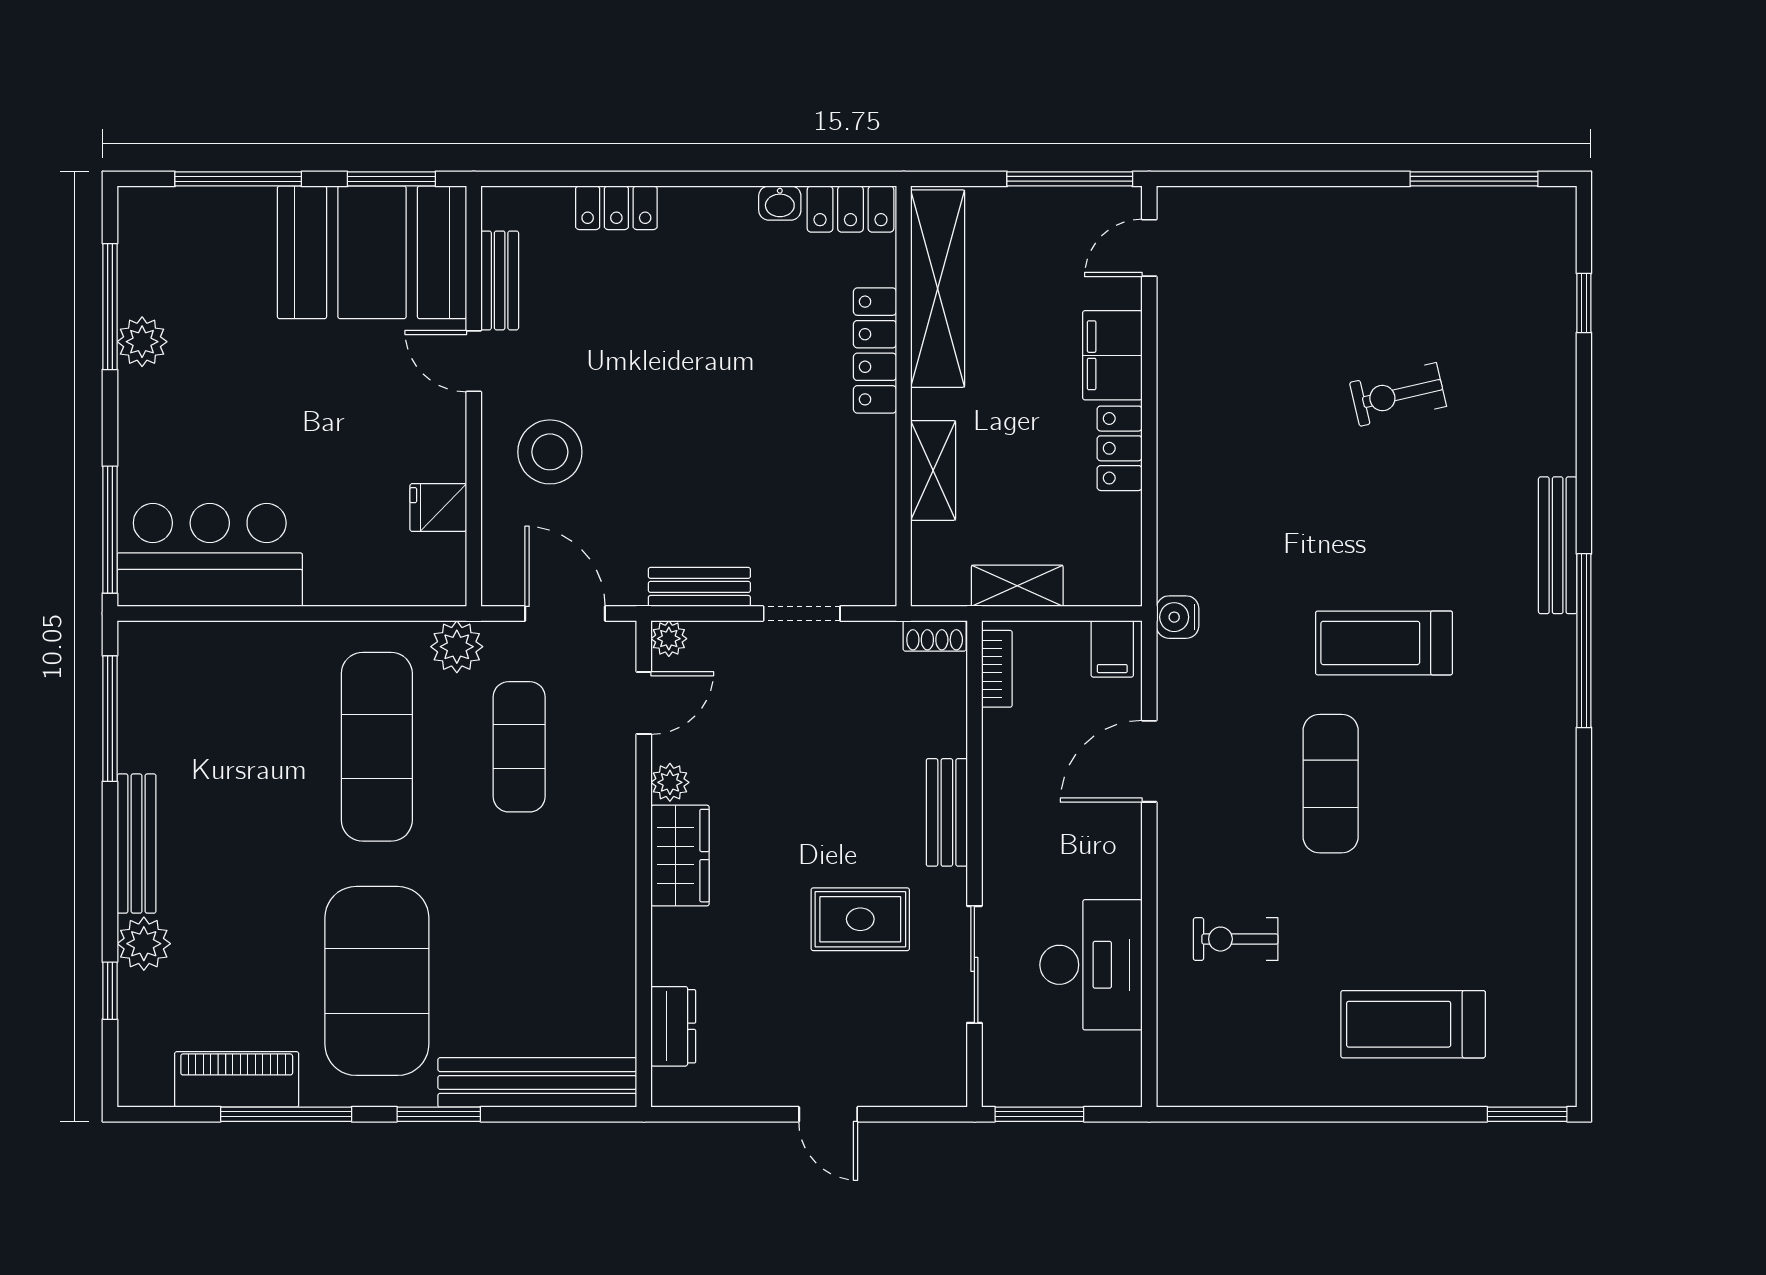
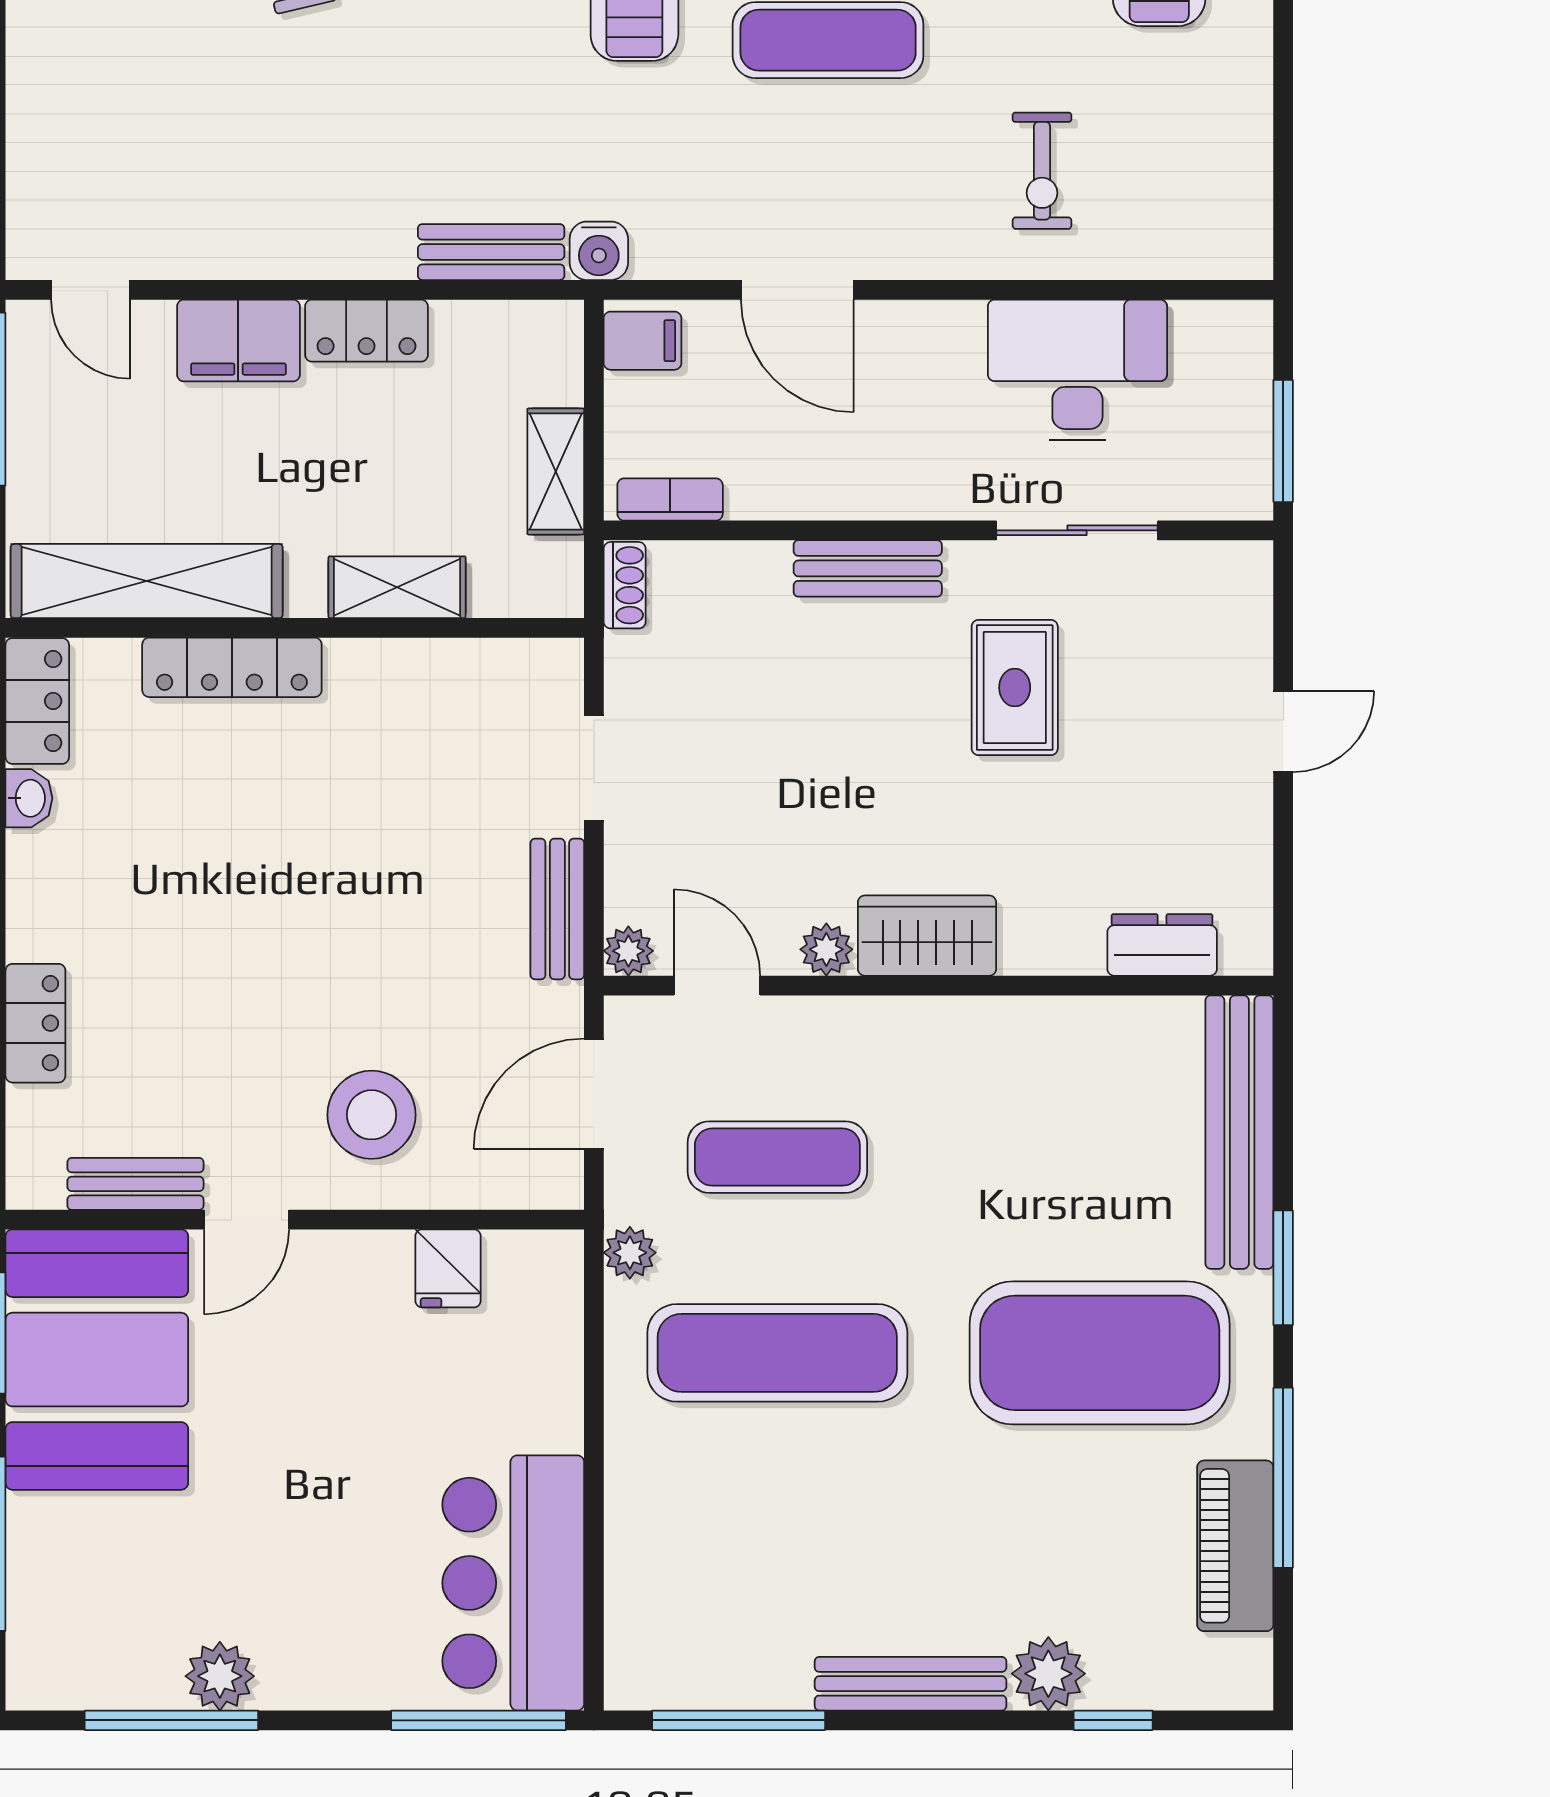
bench: (1177, 539) -> (491, 252), added
plant: (457, 647) -> (630, 1253), width x0.73, depth x0.73

